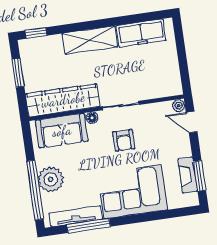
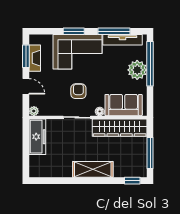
freezer: (141, 33) -> (37, 137), moved, turned 90
window: (18, 73) -> (150, 153), width x1.44
door: (192, 122) -> (26, 86), moved
window: (141, 218) -> (74, 31), added

